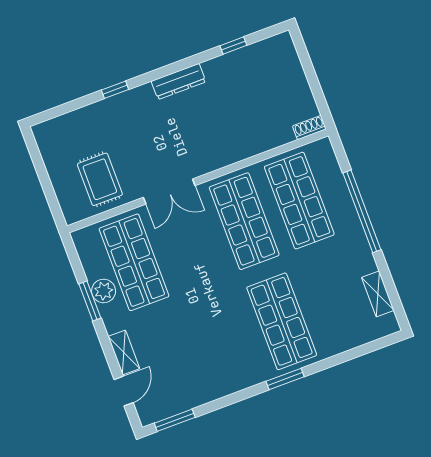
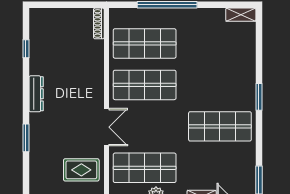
window: (115, 90) -> (26, 138), width x1.50
shoe rack: (309, 128) -> (99, 23), width x1.43
shelving: (378, 294) -> (241, 15), moved
shop shelf: (282, 321) -> (220, 126), moved

